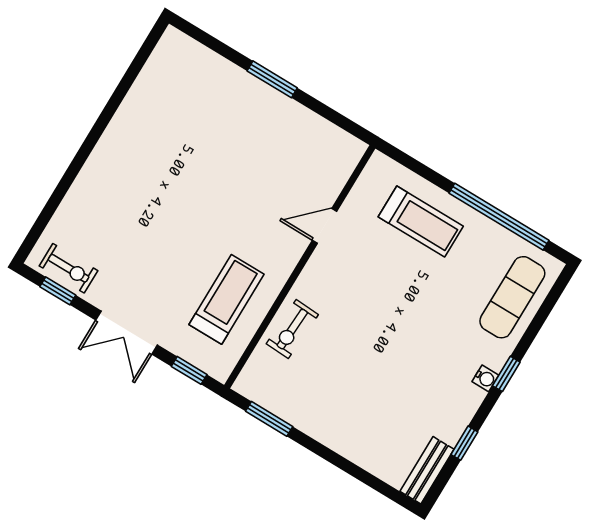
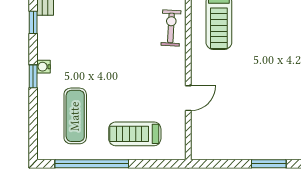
exercise mat: (512, 297) -> (75, 116), moved

